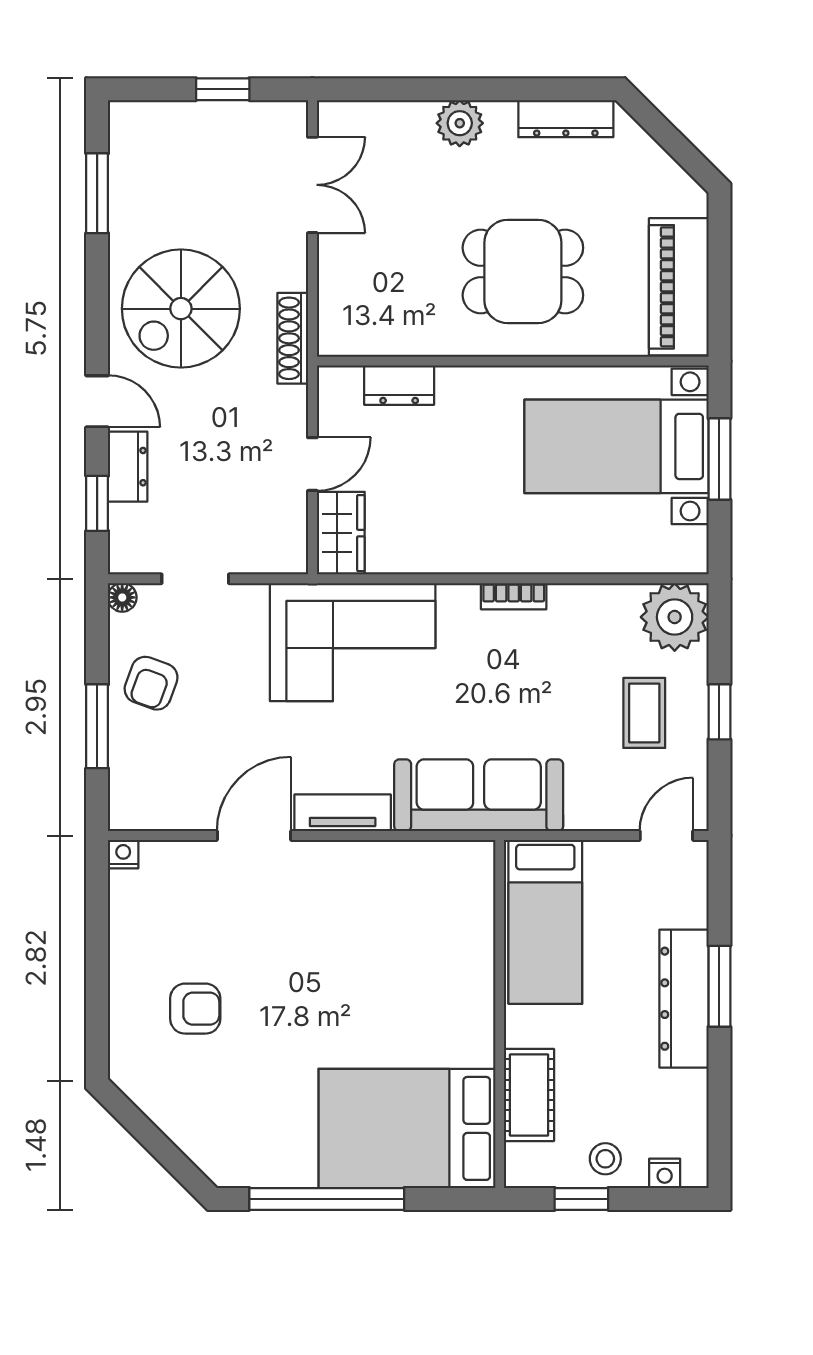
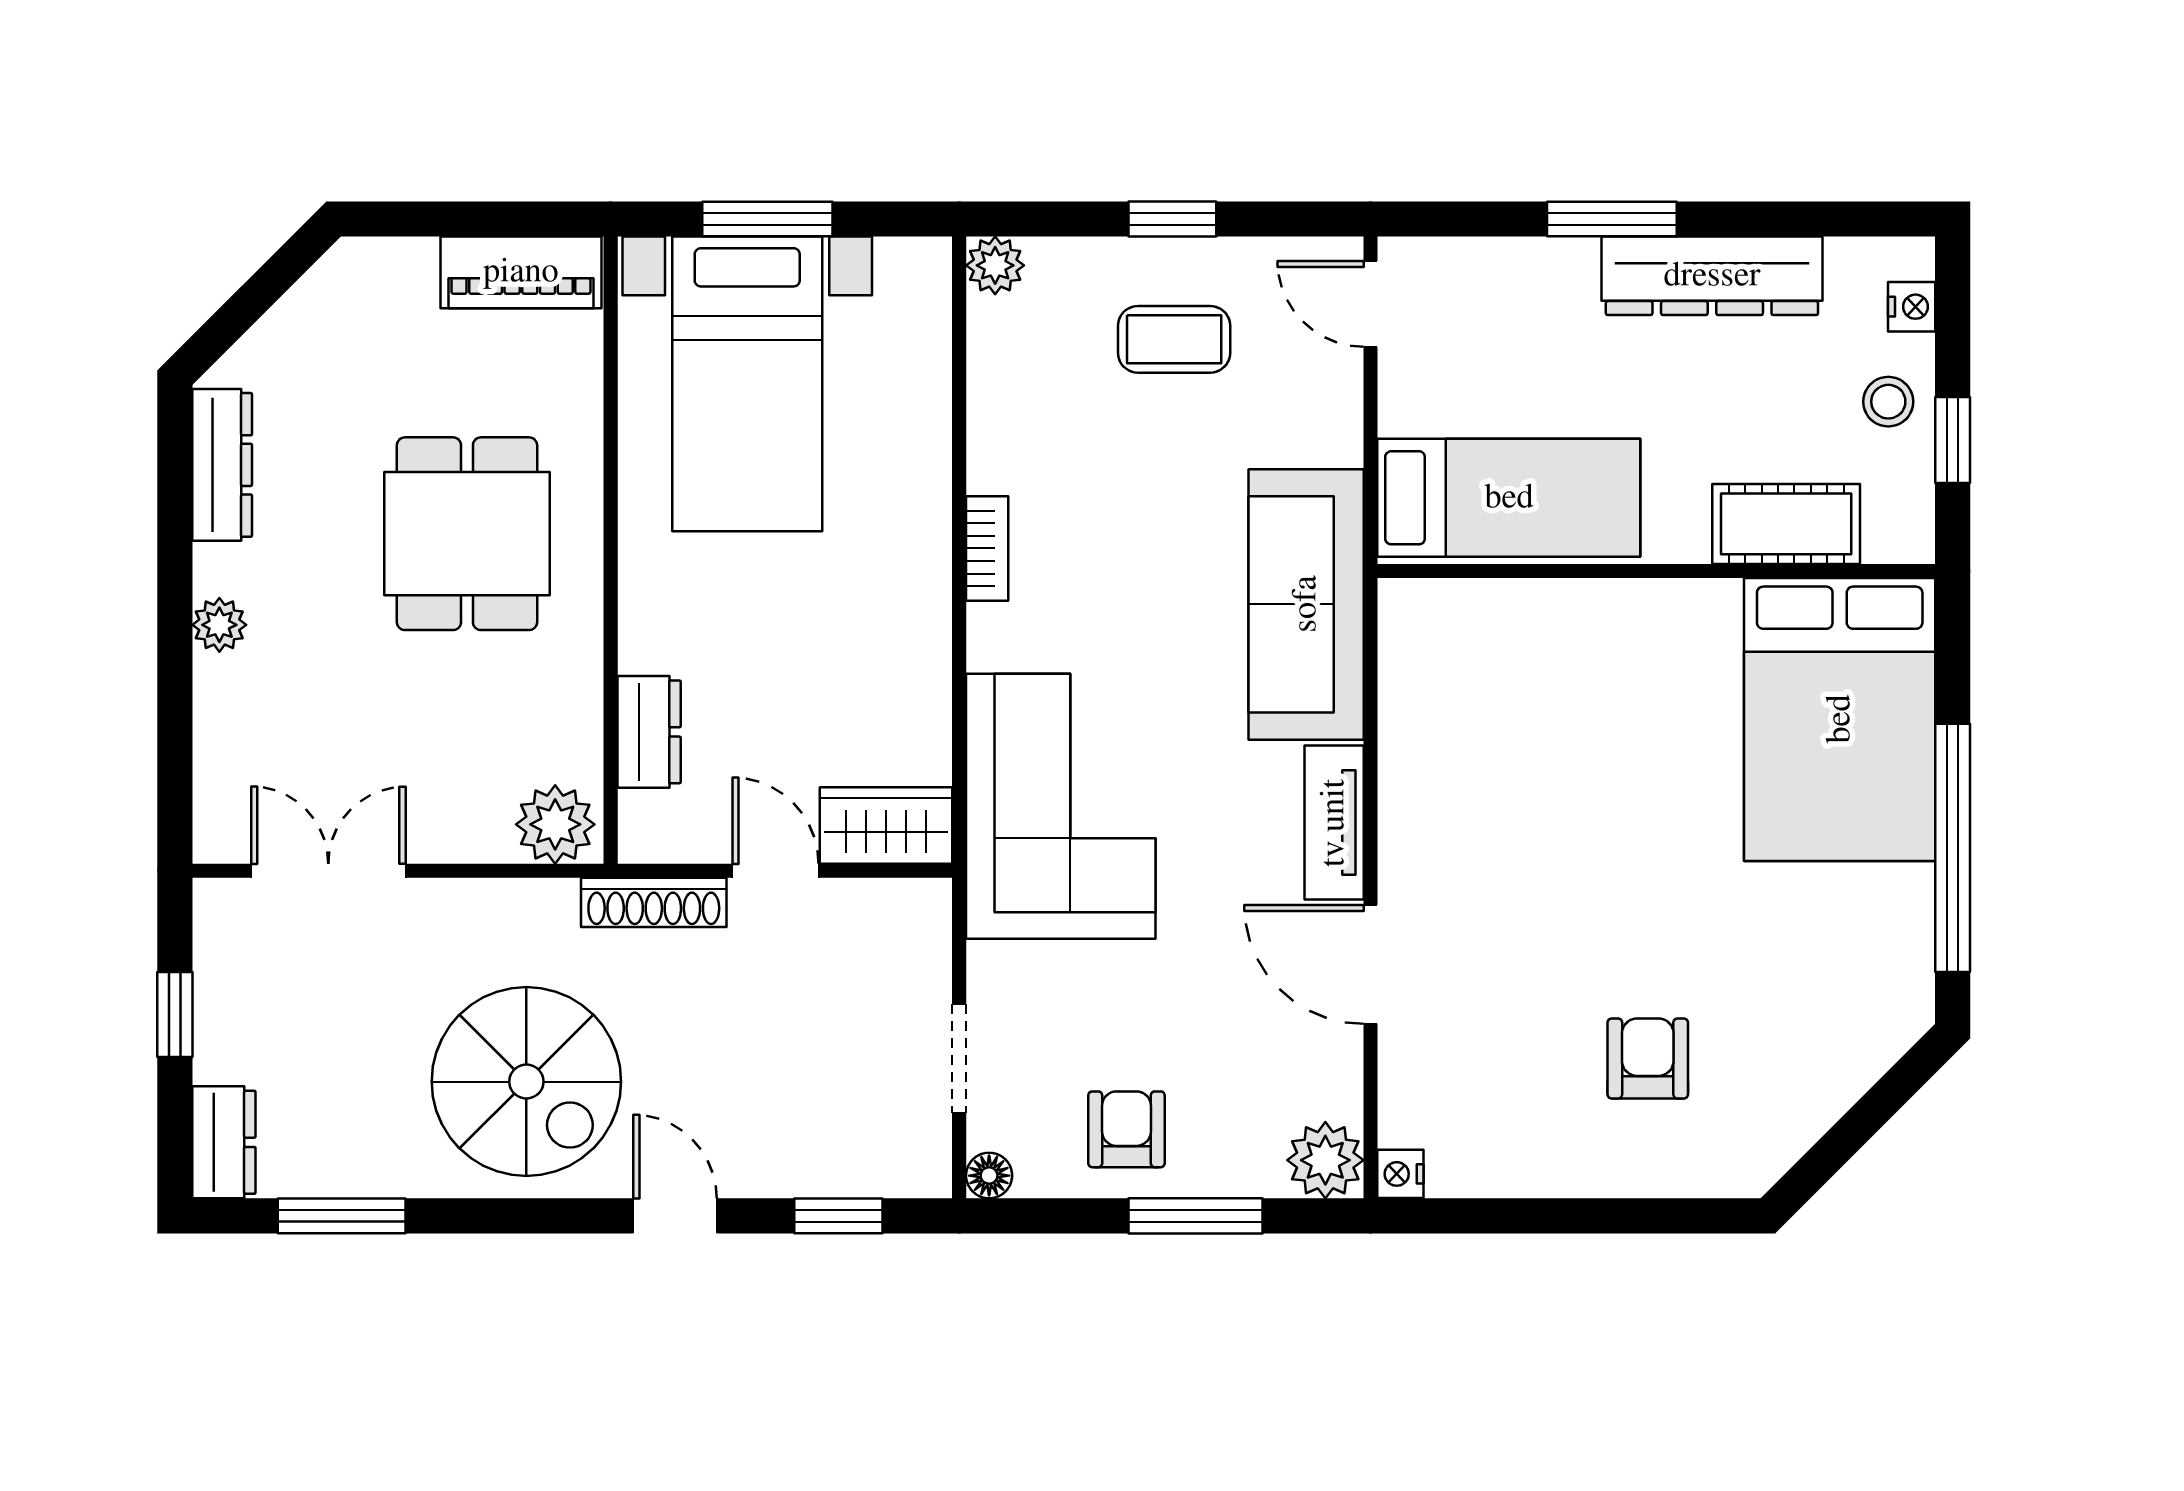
plant: (460, 123) -> (219, 625), width x0.73, depth x0.73
piano: (679, 287) -> (521, 272), width x0.73, depth x0.75
plant: (341, 327) -> (555, 824), added
shoe rack: (293, 338) -> (654, 902), moved
door: (97, 401) -> (675, 1216), hinge flipped
dresser: (128, 467) -> (224, 1142), moved, turned 90
plant: (675, 617) -> (995, 265), width x0.53, depth x0.53
armchair: (151, 683) -> (1126, 1129), turned -110
plant: (132, 807) -> (1325, 1160), added
dresser: (684, 999) -> (1712, 276), moved

